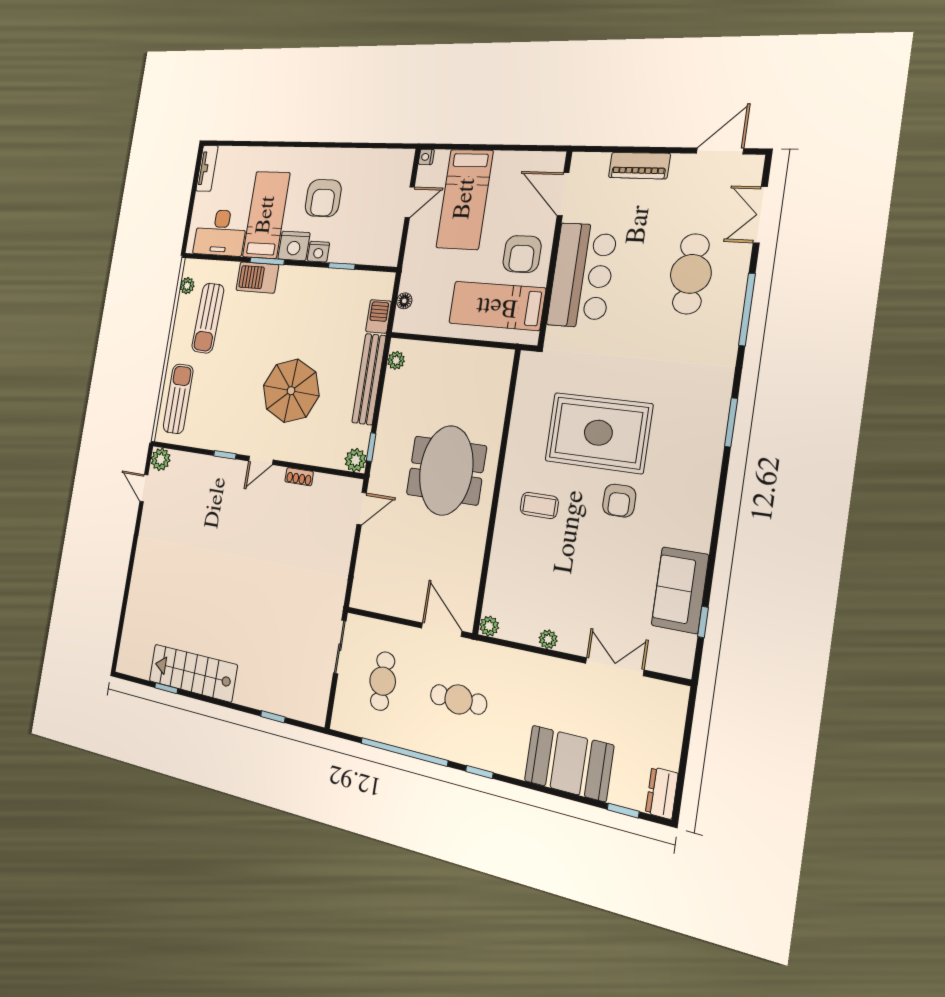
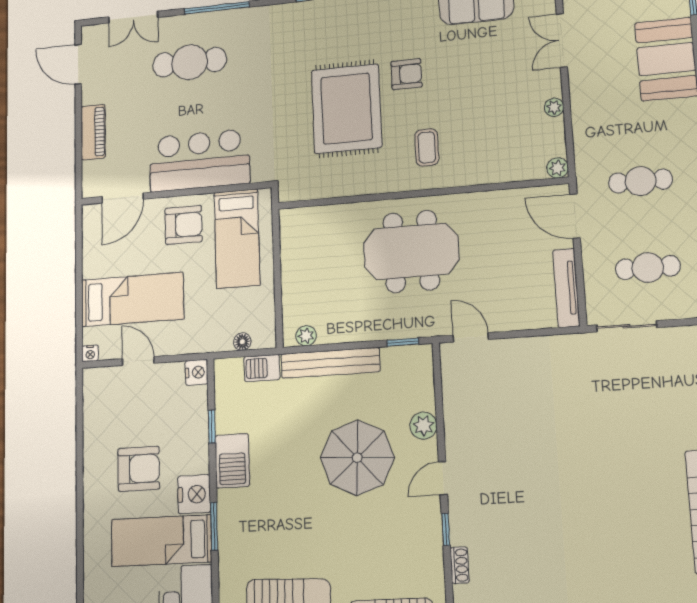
nightstand: (318, 252) -> (197, 372), moved
barbecue: (257, 278) -> (232, 461), moved
door: (261, 460) -> (443, 478), swing flipped
plant: (356, 460) -> (424, 426), moved
shoe rack: (299, 477) -> (460, 565), moved
tv unit: (382, 604) -> (566, 288), added
door: (442, 630) -> (575, 216), hinge flipped
cafe table: (458, 699) -> (640, 181), turned 90

